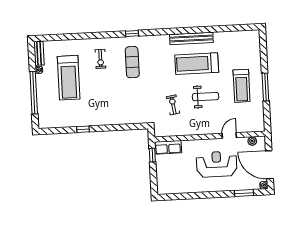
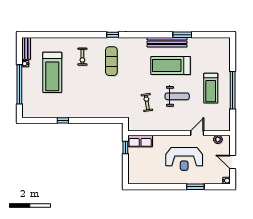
window: (208, 29) -> (182, 35), added
window: (265, 87) -> (233, 90), width x1.46
reception desk: (217, 164) -> (184, 159), turned 180
door: (269, 165) -> (233, 162), width x0.53
window: (244, 193) -> (195, 187), moved

